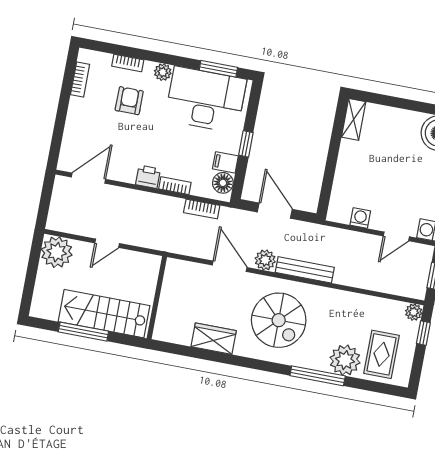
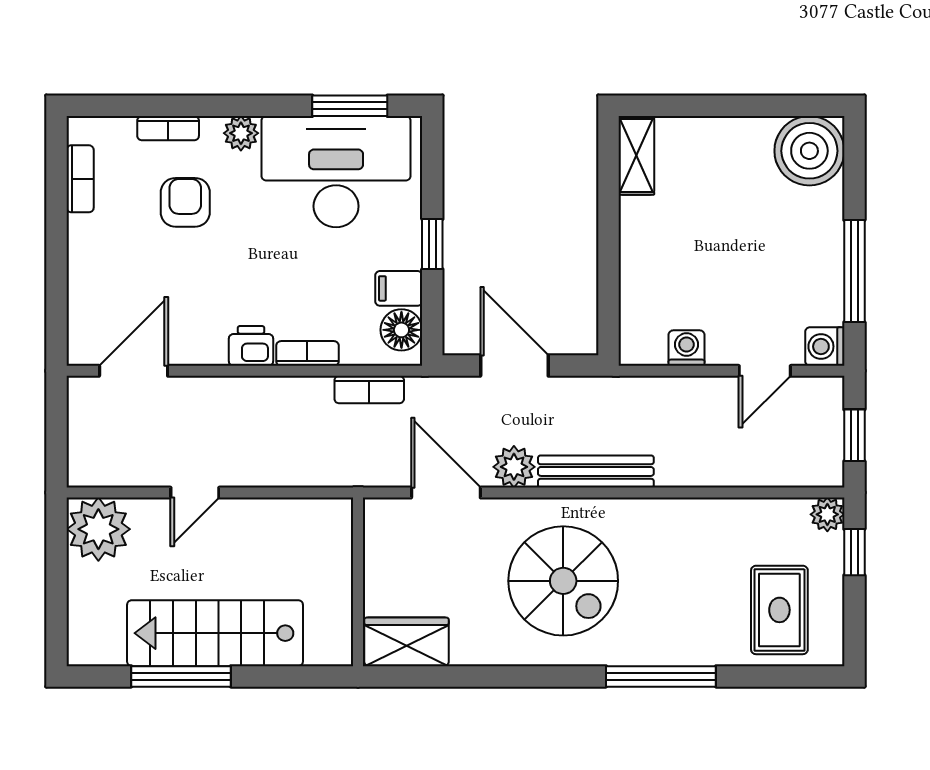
wall: (157, 298) -> (358, 582), moved
wardrobe: (214, 339) -> (407, 642), moved
plant: (345, 360) -> (709, 635), removed

